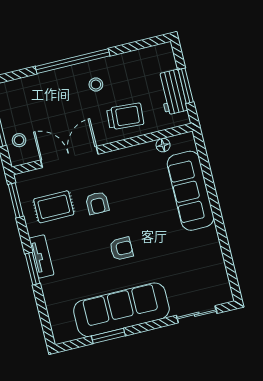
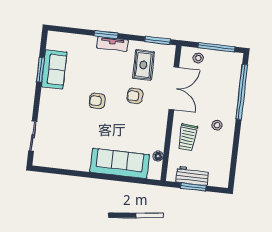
window: (73, 61) -> (242, 92), moved
armchair: (121, 249) -> (97, 101), turned 90
sofa: (121, 310) -> (54, 69), width x0.54, depth x0.79

